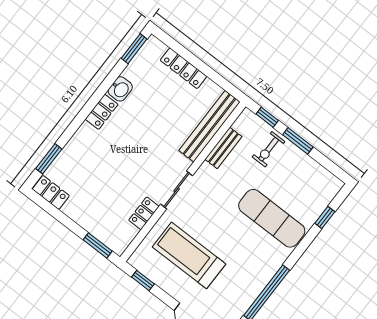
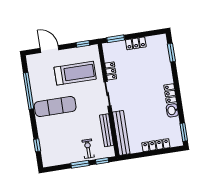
bench: (223, 148) -> (107, 130), width x1.36
locker: (51, 192) -> (136, 43), moved
exercise mat: (272, 218) -> (55, 106), moved

